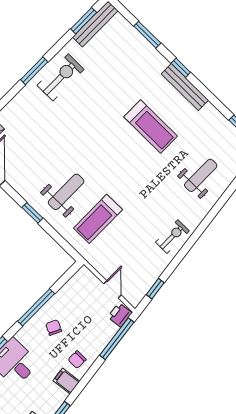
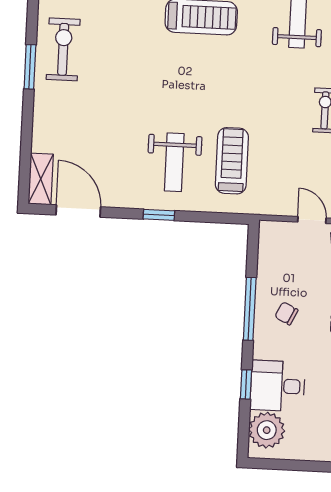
weight bench: (66, 192) -> (174, 162), turned 180
treadmill: (98, 219) -> (232, 161), turned 180

